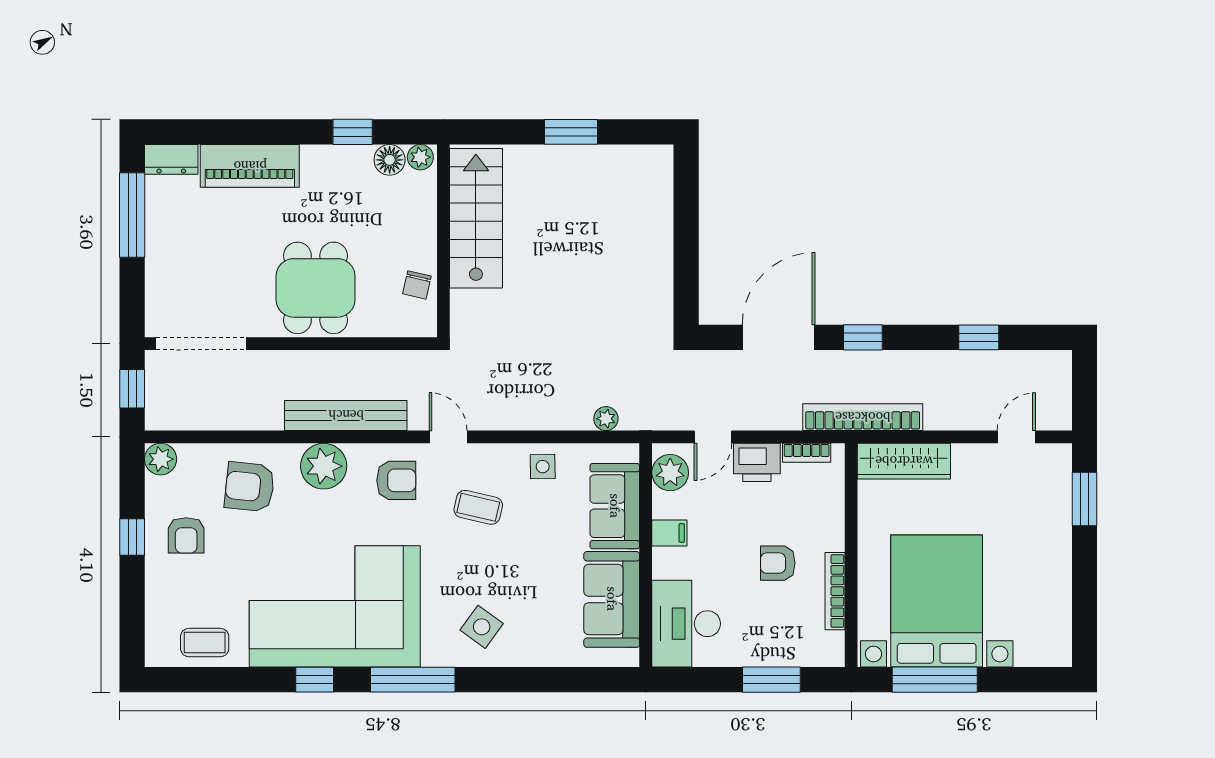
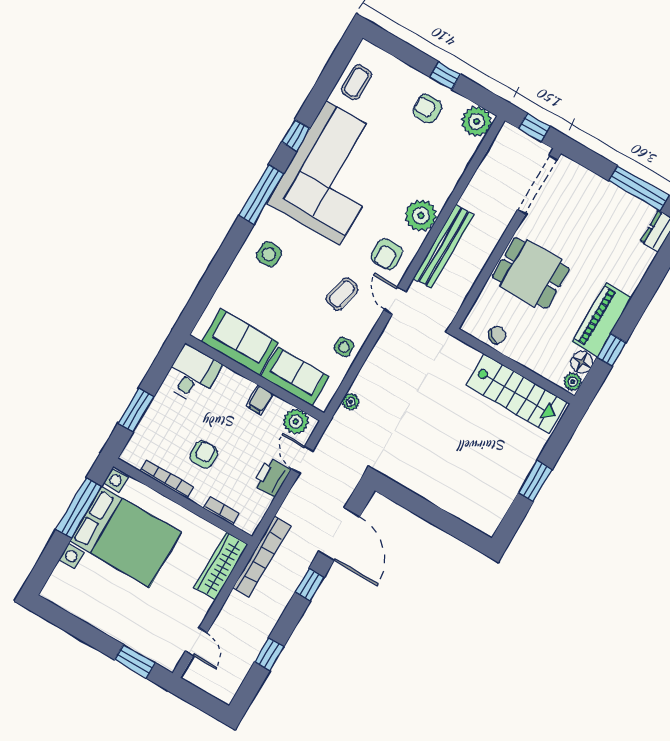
piano: (250, 166) -> (602, 320), moved
chair: (417, 285) -> (497, 335), turned 115
door: (448, 437) -> (395, 301), swing flipped
bookcase: (807, 453) -> (221, 511), moved, turned 90
plant: (161, 459) -> (477, 121), width x1.36, depth x1.36
armchair: (250, 487) -> (434, 164), removed
desk: (686, 624) -> (192, 374), width x0.73
side table: (482, 627) -> (269, 254), turned -36

